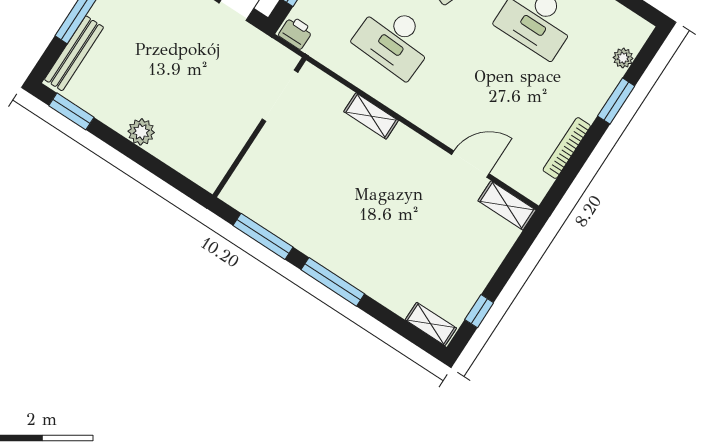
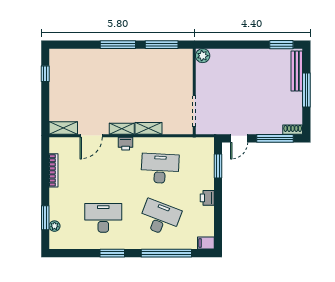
printer: (296, 33) -> (126, 144), moved
window: (616, 101) -> (45, 218), moved
plant: (141, 132) -> (203, 56), moved
shelving: (431, 324) -> (122, 129), moved

